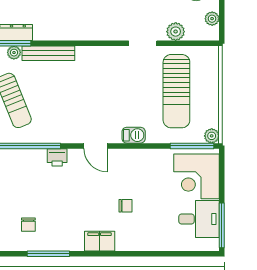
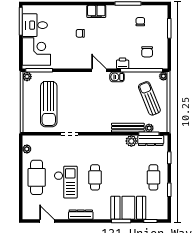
plant: (176, 32) -> (131, 141), moved
sun lounger: (176, 91) -> (49, 104), turned 180
barbecue: (134, 135) -> (117, 77), moved
chair: (17, 176) -> (147, 52), added

